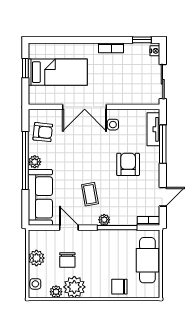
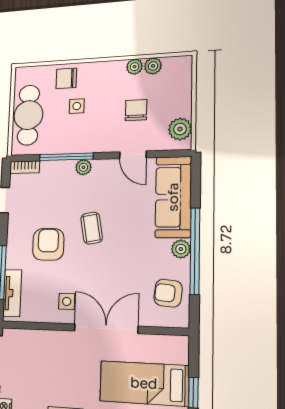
armchair: (128, 164) -> (48, 244), turned 180
coffee table: (90, 194) -> (92, 228), moved
plant: (36, 258) -> (180, 129), moved
side table: (35, 284) -> (77, 106), moved
plant: (74, 287) -> (134, 67), width x0.53, depth x0.53
chair: (119, 287) -> (66, 78), turned 180

